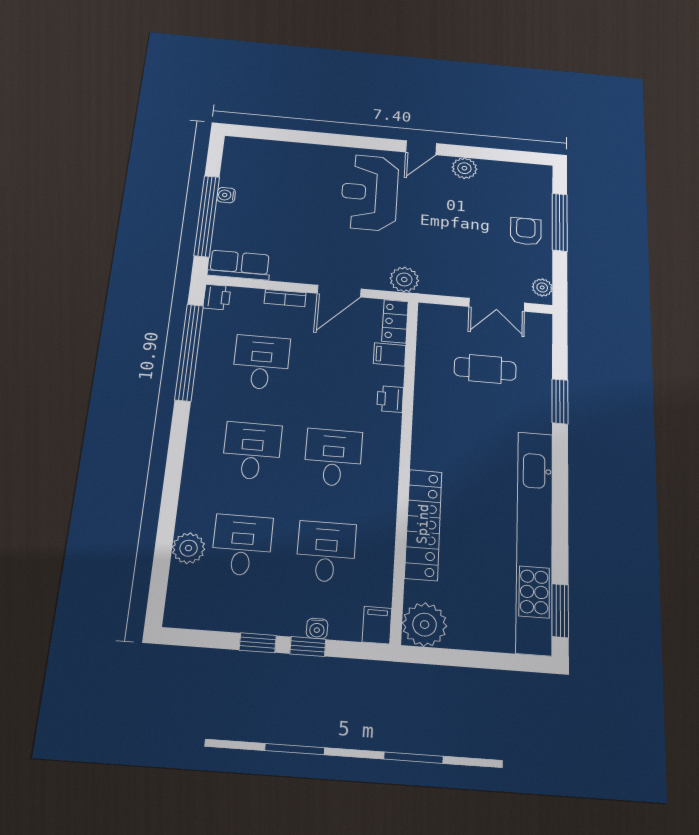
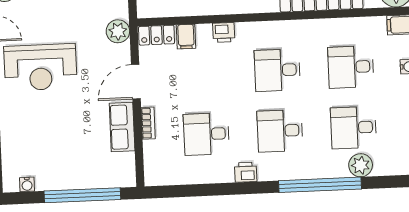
water cooler: (226, 195) -> (27, 184), moved
row of seats: (239, 265) -> (122, 127), moved
door: (339, 291) -> (136, 82), swing flipped
printer: (217, 297) -> (246, 172), moved
window: (189, 352) -> (320, 185), moved

